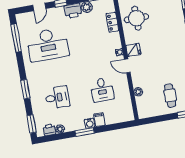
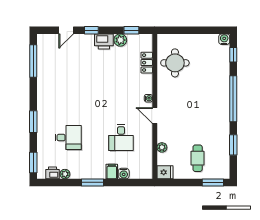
desk: (48, 45) -> (68, 75), removed
fridge: (133, 50) -> (165, 172), moved
water cooler: (90, 123) -> (124, 174), moved

